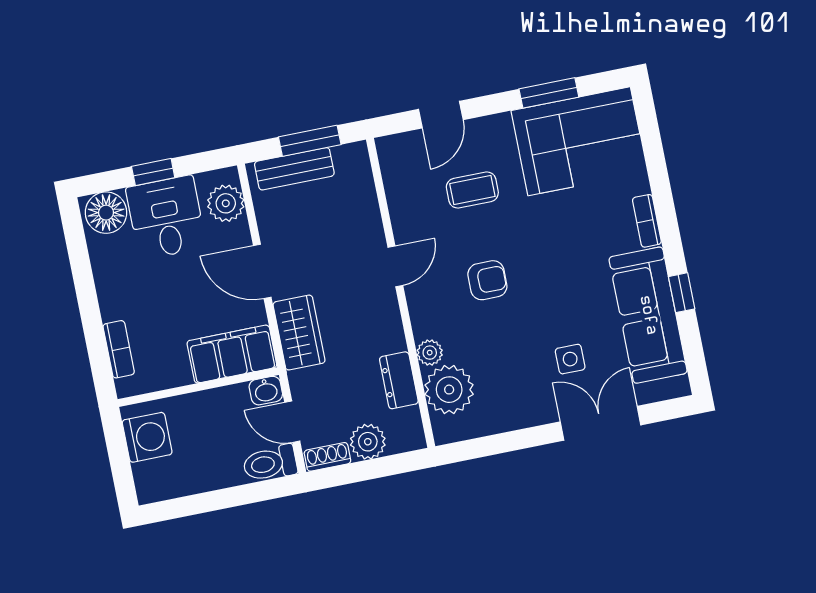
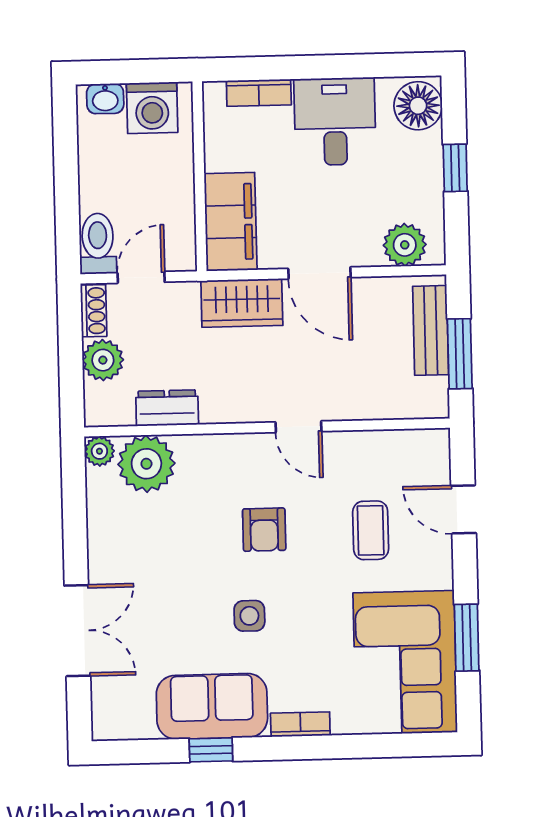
desk: (166, 217) -> (335, 121), moved, turned -90
door: (262, 271) -> (319, 273), swing flipped
sofa: (648, 315) -> (212, 706), width x0.73
plant: (430, 353) -> (99, 451), moved
side table: (570, 359) -> (249, 616), moved
washbasin: (266, 391) -> (105, 99), moved, turned -90

